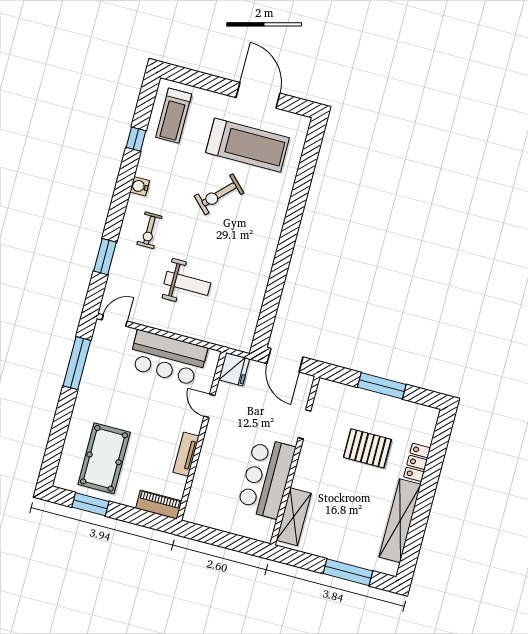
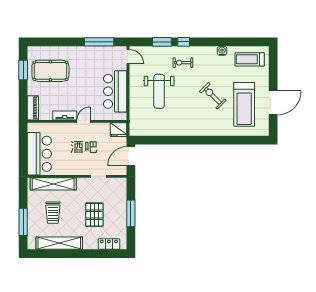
window: (136, 139) -> (184, 42), moved
water cooler: (140, 186) -> (222, 51), moved
weight bench: (187, 283) -> (159, 91), width x1.36, depth x1.33
door: (209, 406) -> (83, 121), moved
locker: (417, 462) -> (109, 244), moved
bar counter: (266, 478) -> (39, 154), moved, turned 90
shelving: (294, 517) -> (53, 184), width x1.47
trolley: (345, 518) -> (53, 213), added

